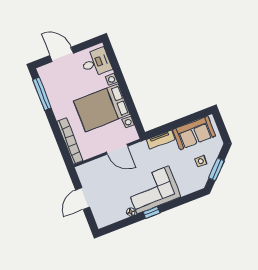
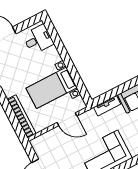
bed with nightstands: (102, 108) -> (52, 88), width x0.73

